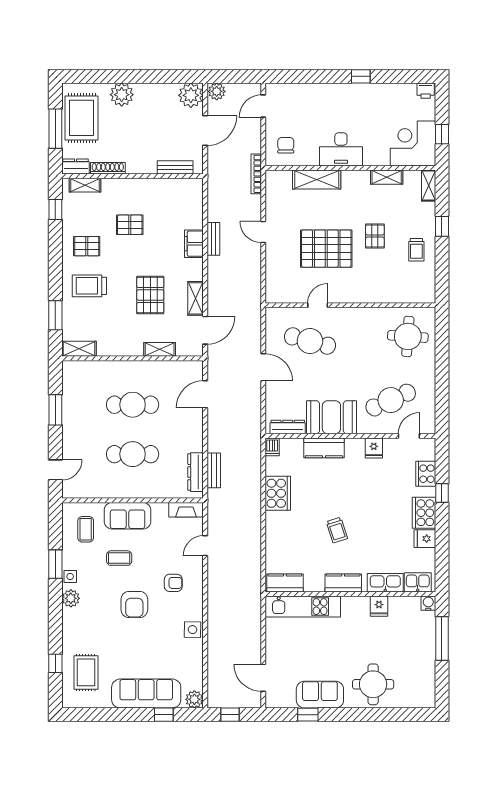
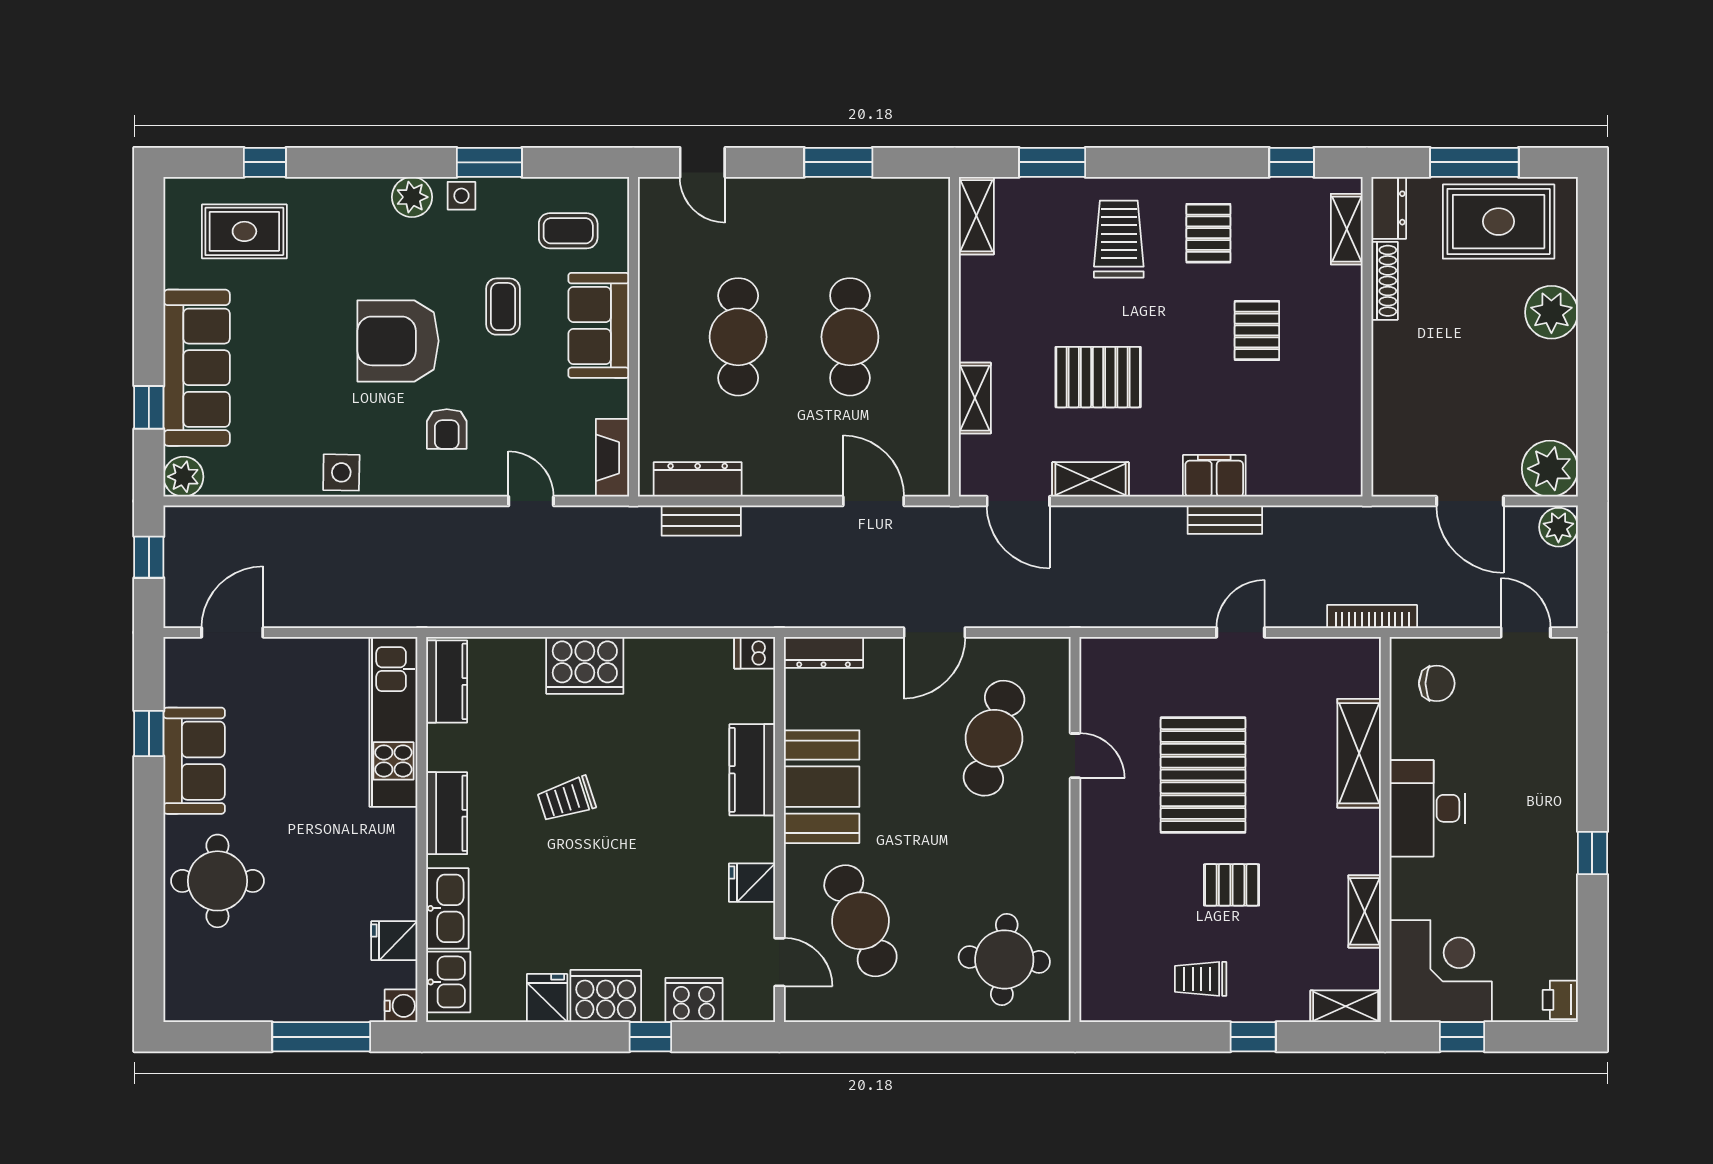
bench: (175, 167) -> (1387, 433), removed
dresser: (288, 427) -> (823, 652), moved, turned 90
cooker: (278, 493) -> (585, 665), moved
armchair: (134, 604) -> (398, 341), width x1.36, depth x1.36
fridge: (379, 606) -> (394, 941), moved

